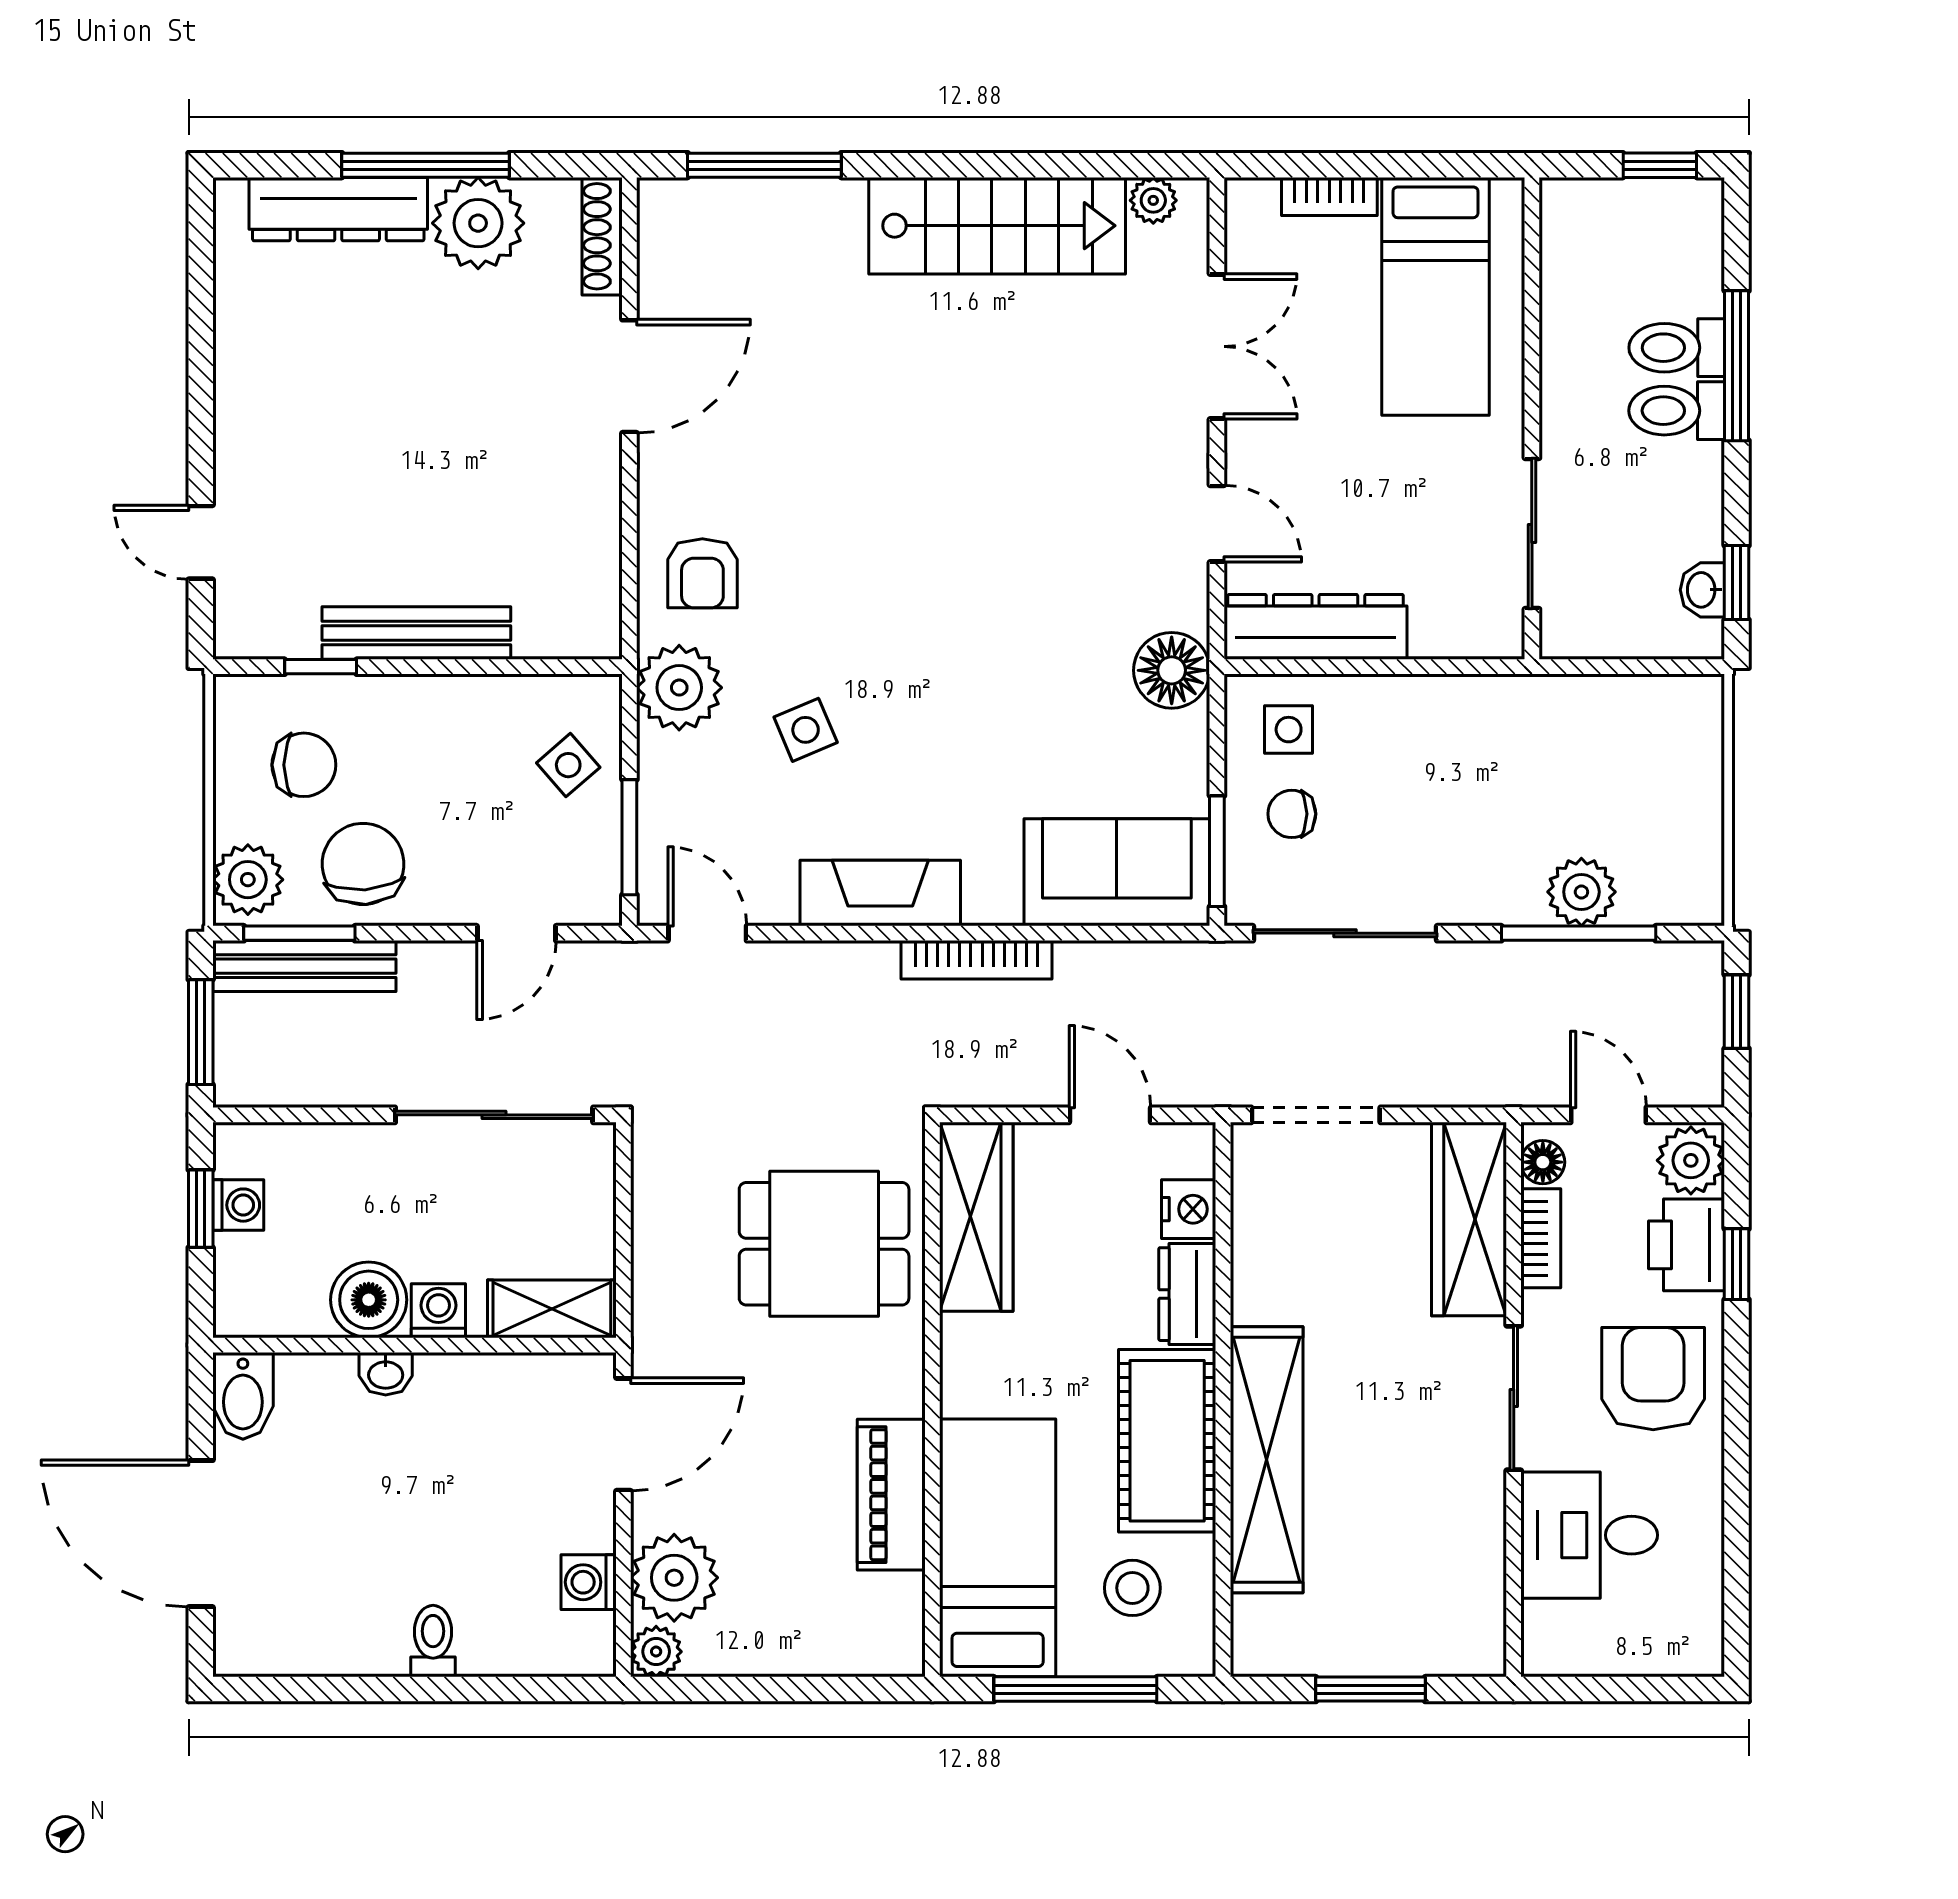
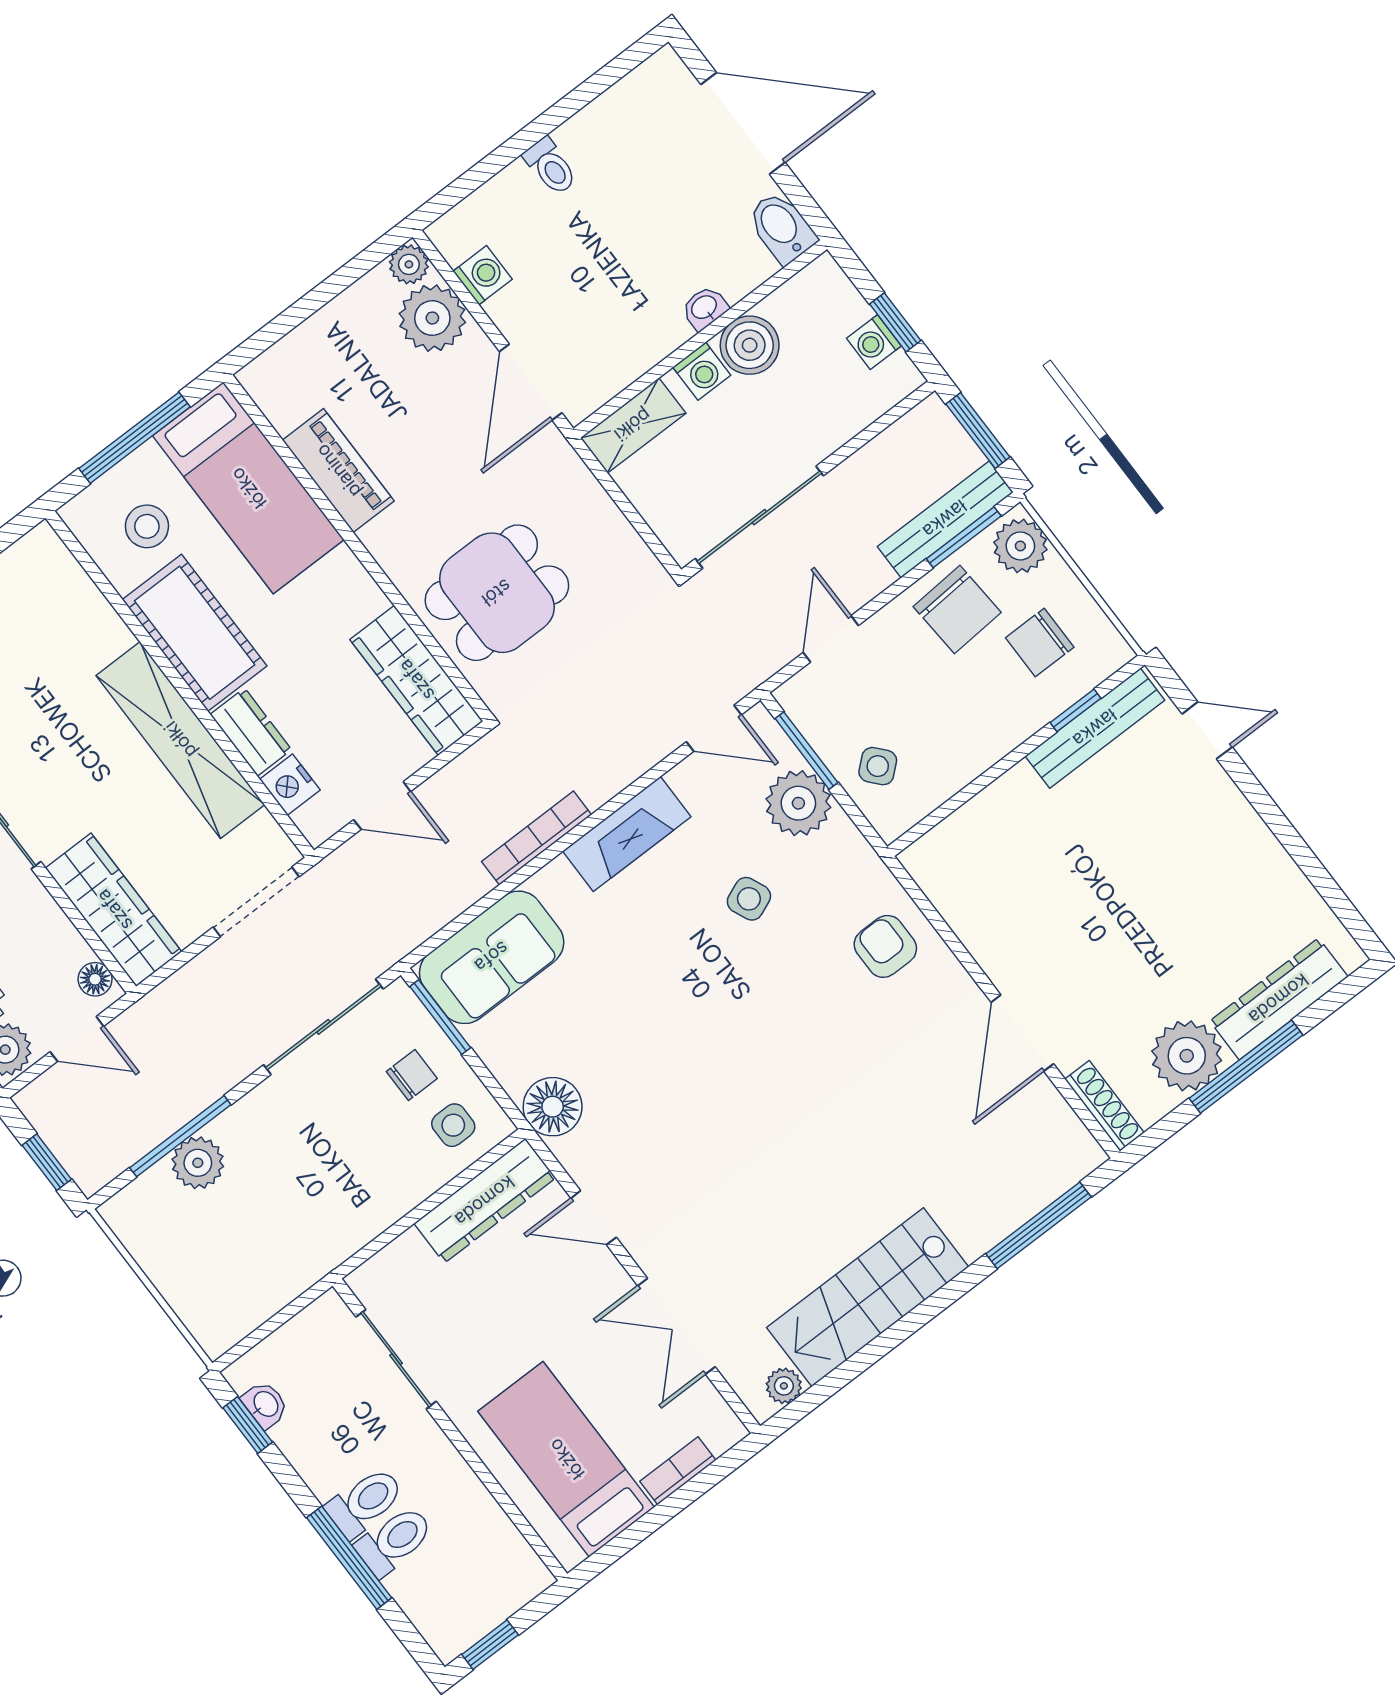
bench: (416, 633) -> (1095, 728), moved
plant: (679, 688) -> (798, 803), moved
bookcase: (1541, 1238) -> (61, 932), removed
shelving: (1267, 1460) -> (180, 740), moved

